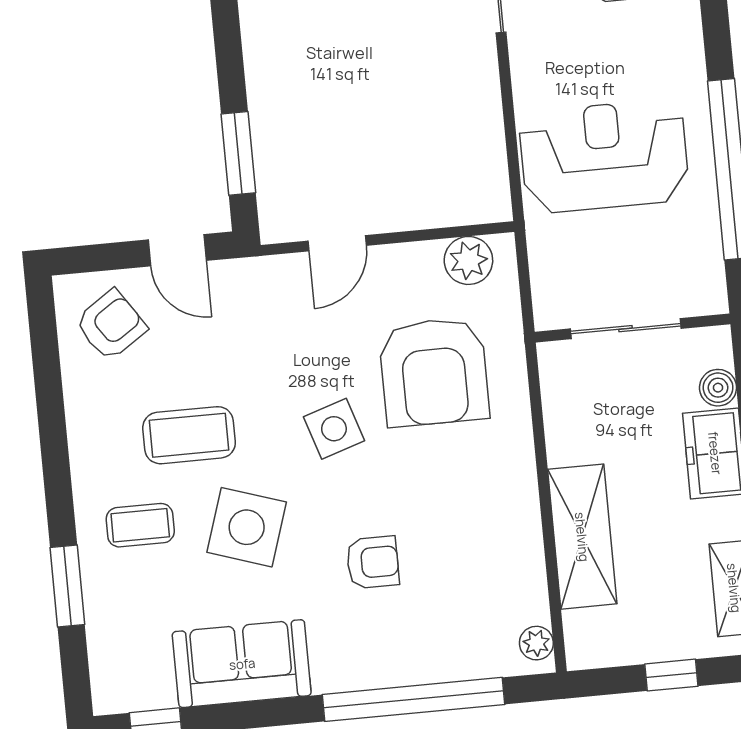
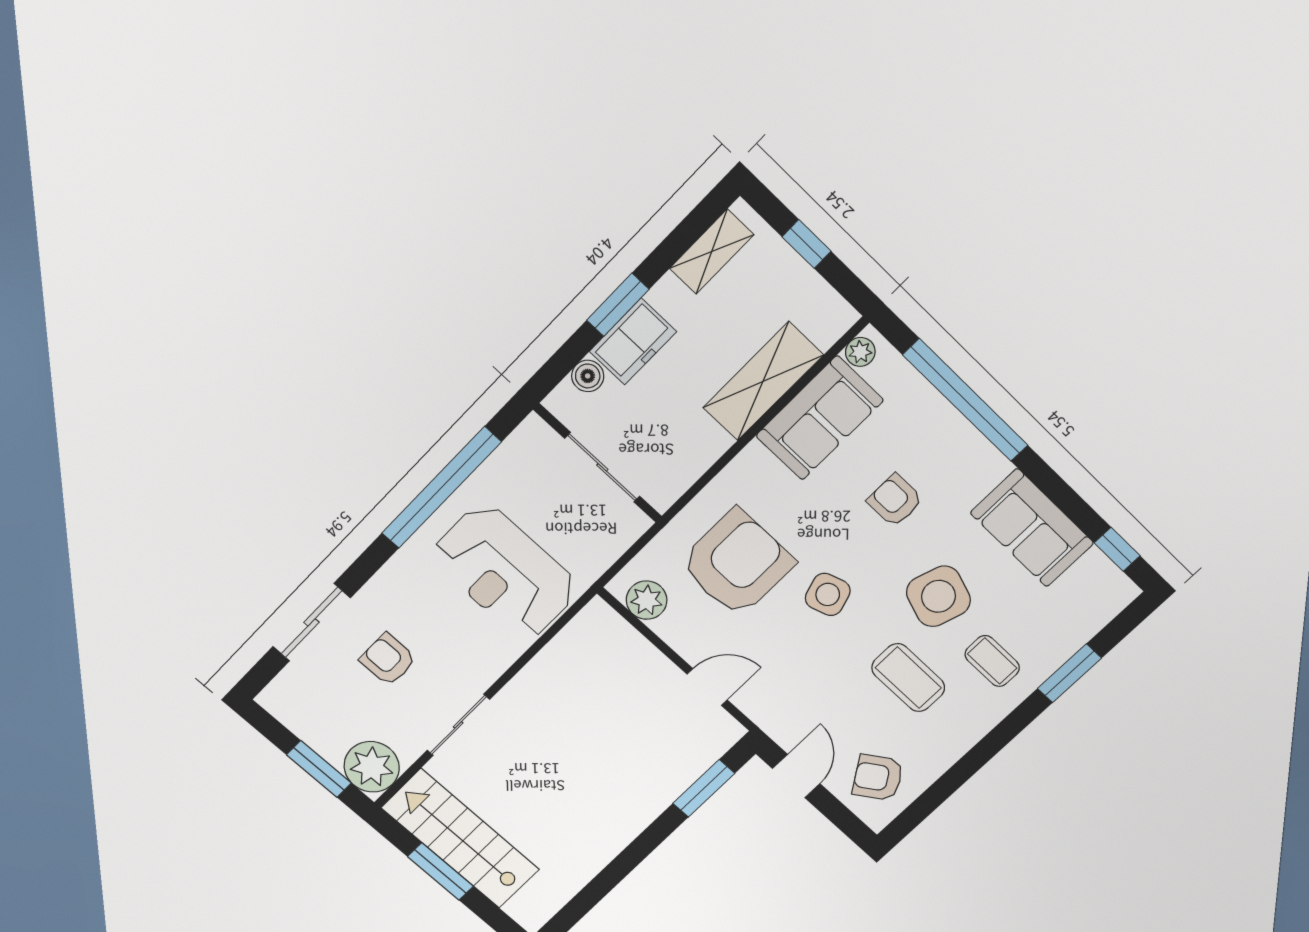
sofa: (507, 558) -> (820, 418), added

